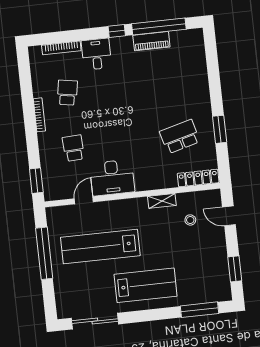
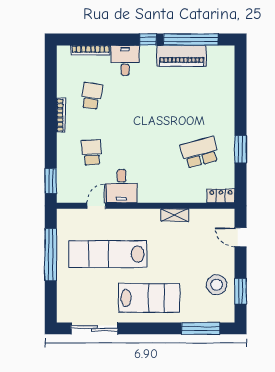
piano: (151, 41) -> (182, 56), width x1.37, depth x1.33
desk: (112, 178) -> (122, 186), width x0.73
locker: (198, 178) -> (221, 196), width x0.66
stool: (190, 220) -> (217, 285), moved, width x1.89, depth x1.89

